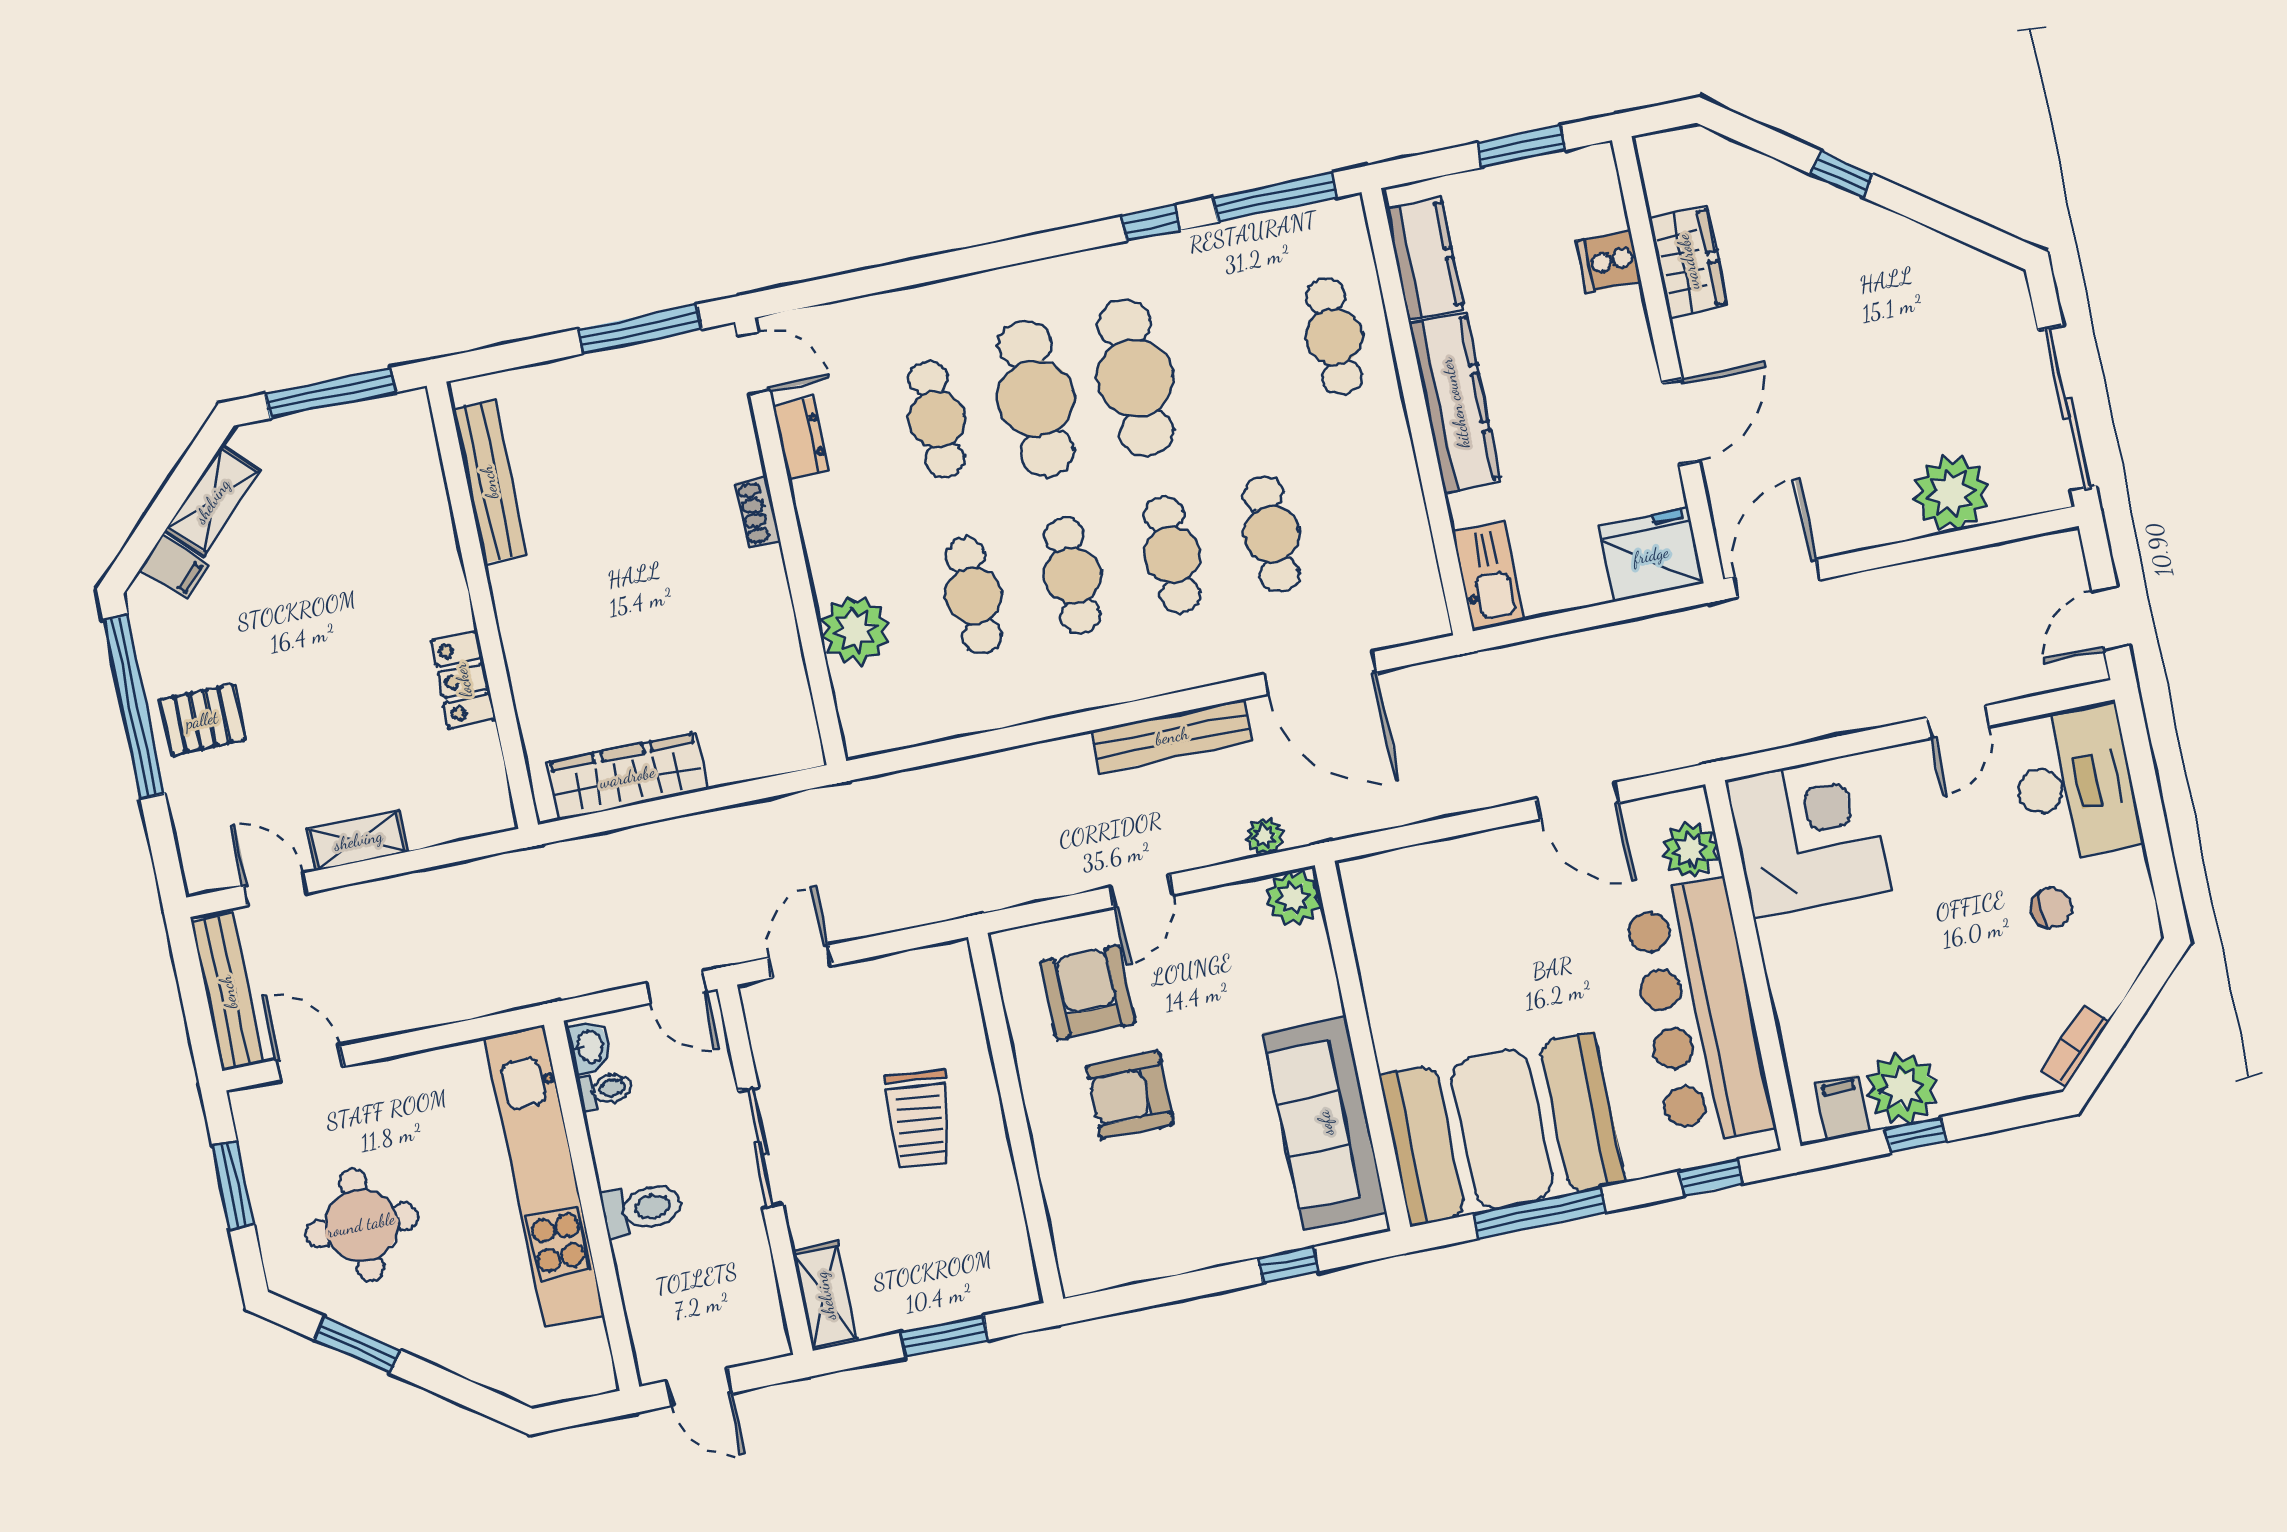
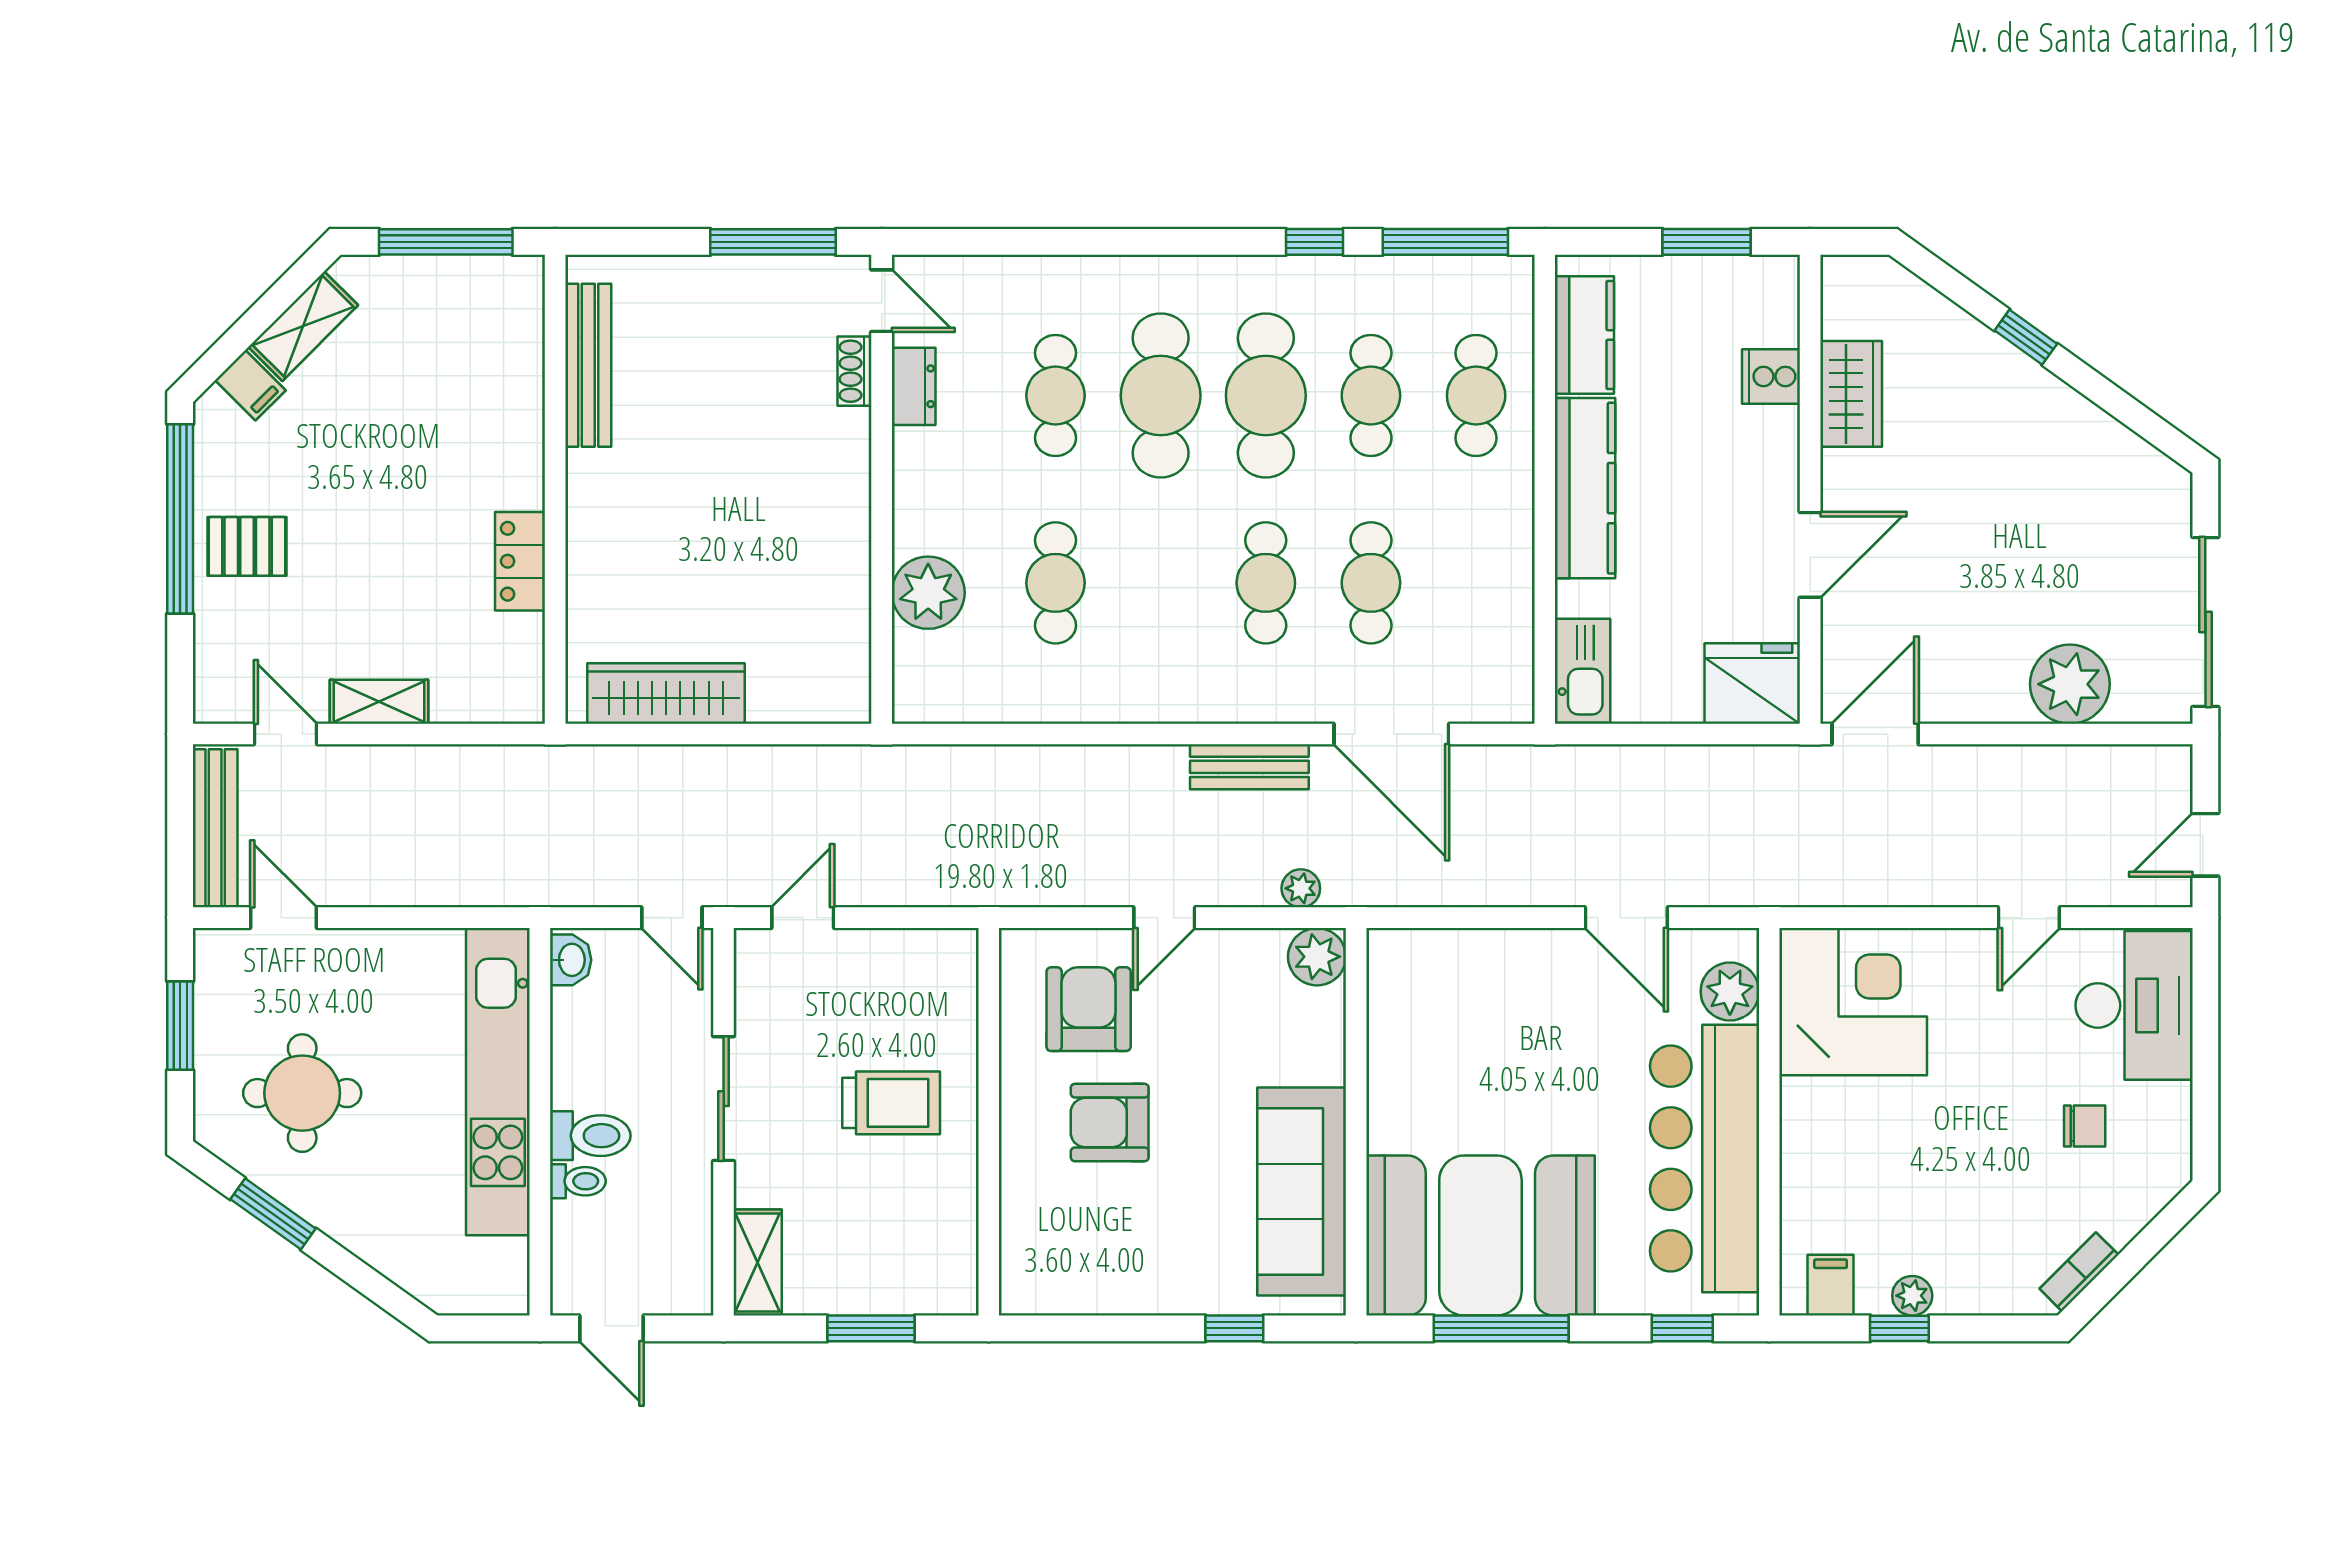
shoe rack: (758, 512) -> (855, 371), moved
cafe table: (1073, 575) -> (1371, 396), moved
bench: (1172, 736) -> (1249, 767), width x0.73
toilet: (605, 1089) -> (578, 1181), moved
plant: (1902, 1089) -> (1912, 1296), width x0.53, depth x0.53
trolley: (920, 1119) -> (891, 1103), turned -96

